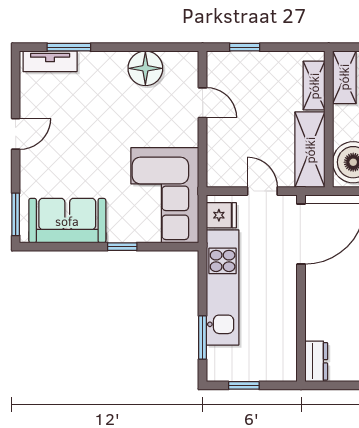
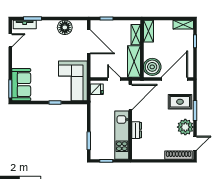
door: (203, 103) -> (89, 42), width x1.88
door: (16, 134) -> (10, 40), moved
sofa: (67, 221) -> (21, 85), moved, turned 90
kitchen unit: (223, 287) -> (122, 135), moved, turned 180
dresser: (316, 361) -> (137, 130), moved

